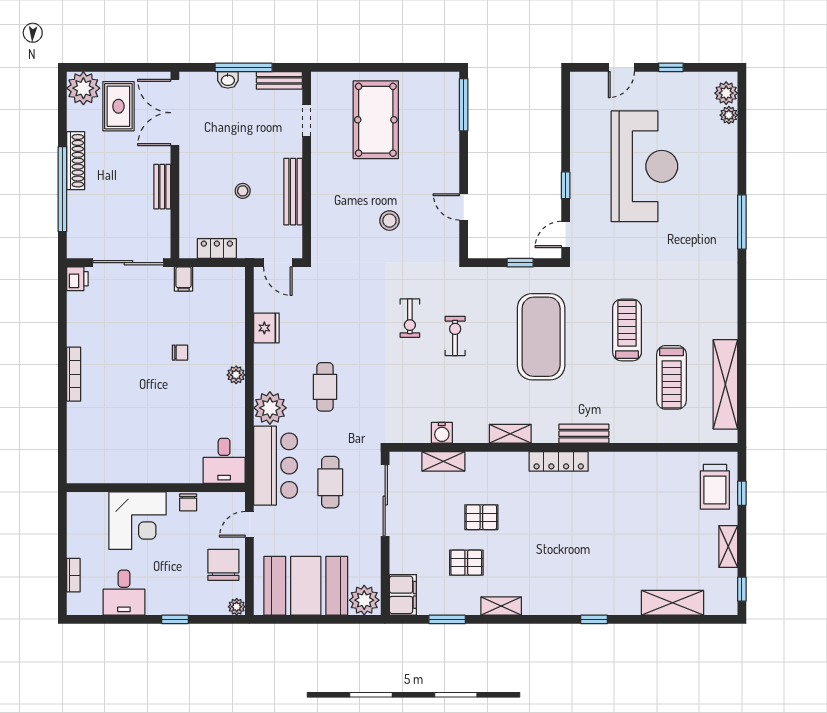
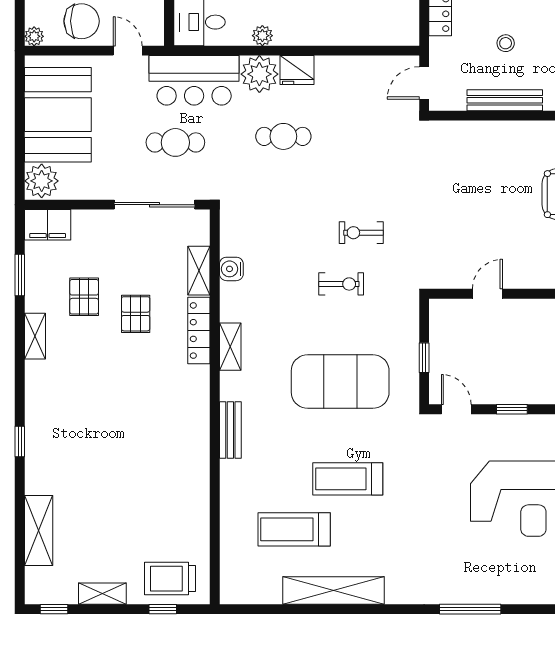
stool: (389, 221) -> (472, 210), removed
fridge: (266, 328) -> (297, 70), moved
treadmill: (627, 330) -> (348, 479), turned 180
plant: (236, 375) -> (262, 36), moved
shelving: (725, 384) -> (334, 590), moved
locker: (559, 461) -> (199, 331), moved

